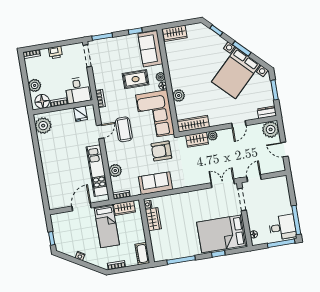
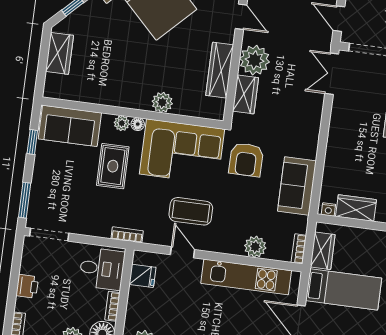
wardrobe: (175, 33) -> (59, 53), moved
wardrobe: (193, 124) -> (220, 70), moved
plant: (213, 136) -> (255, 60), width x1.88, depth x1.88

